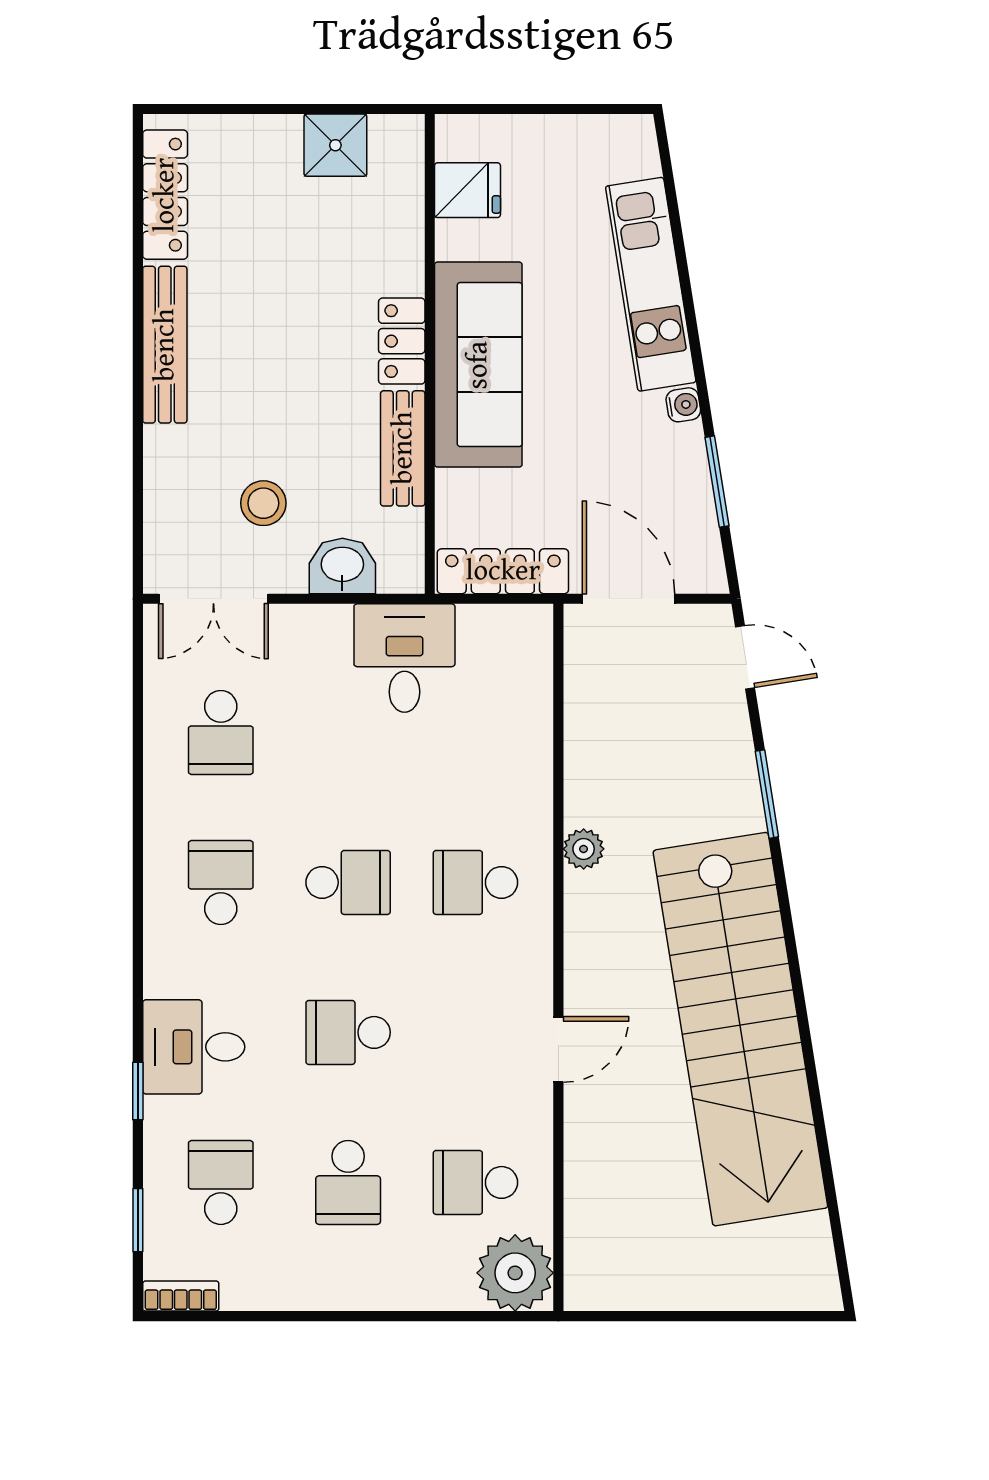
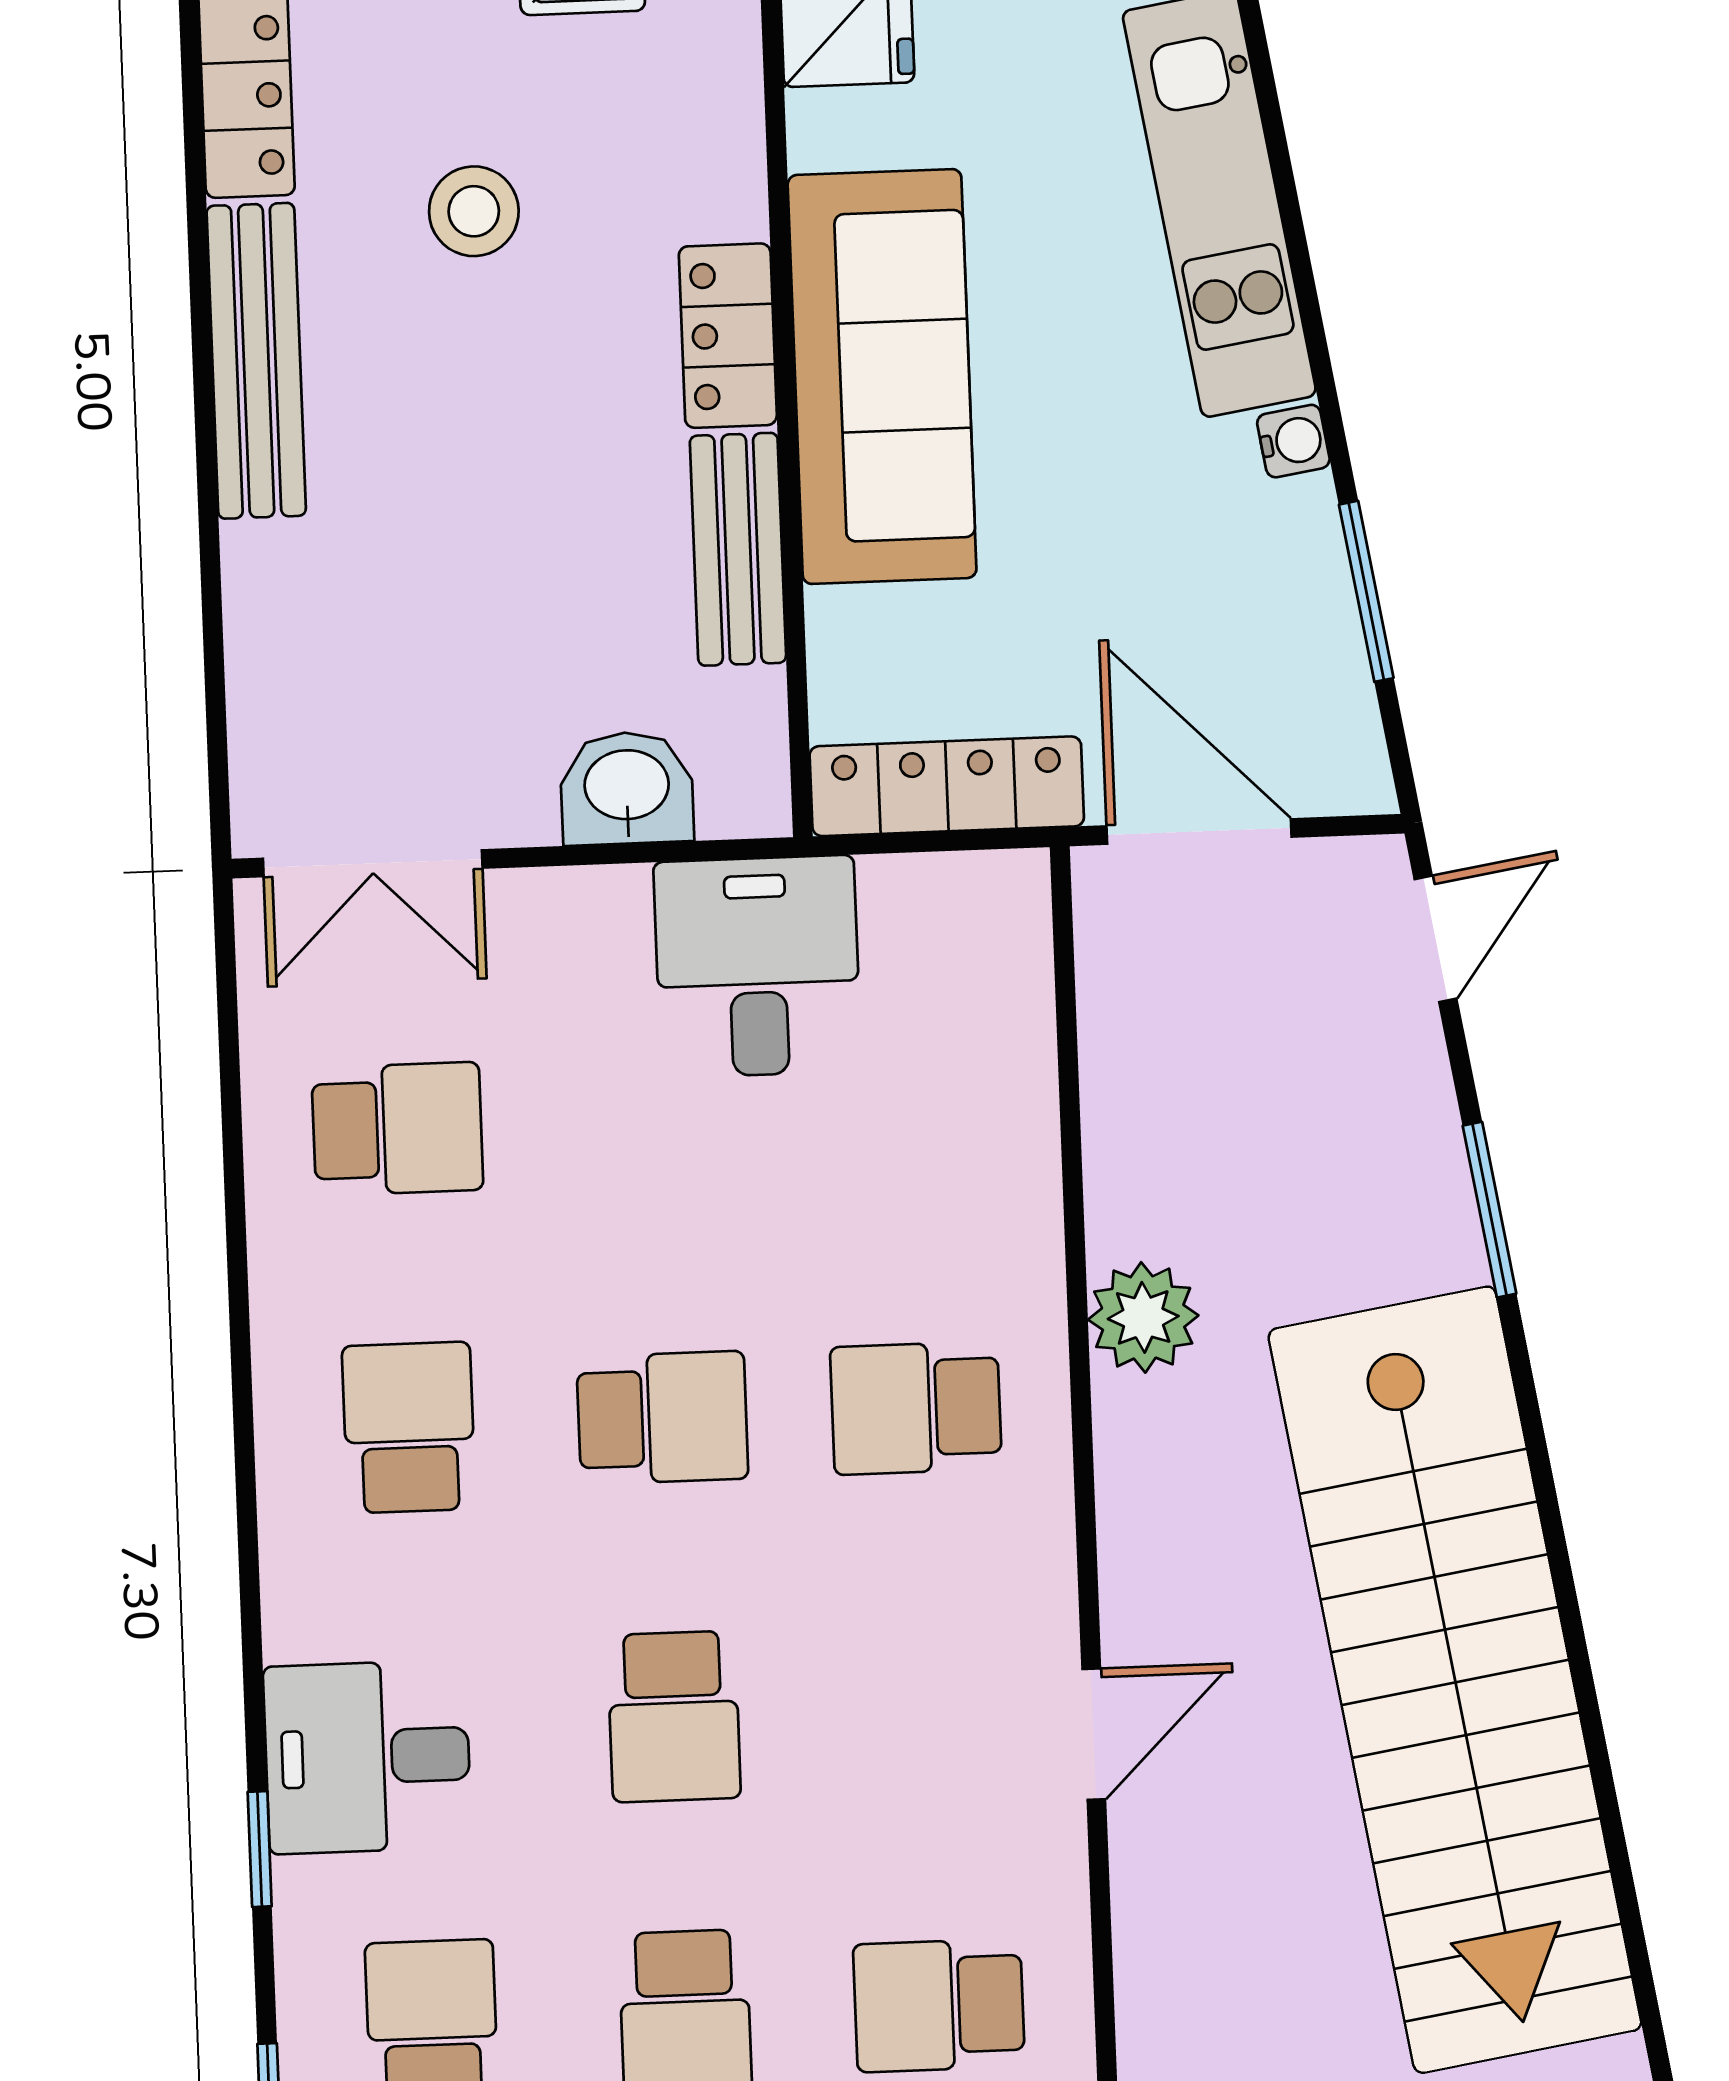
stool: (263, 503) -> (474, 211), moved
door: (745, 657) -> (1436, 939), hinge flipped
school desk: (221, 732) -> (397, 1129), turned -90
plant: (584, 849) -> (1143, 1317), width x1.38, depth x1.38
school desk: (348, 1032) -> (674, 1716), turned -90

